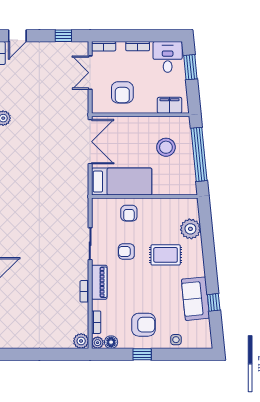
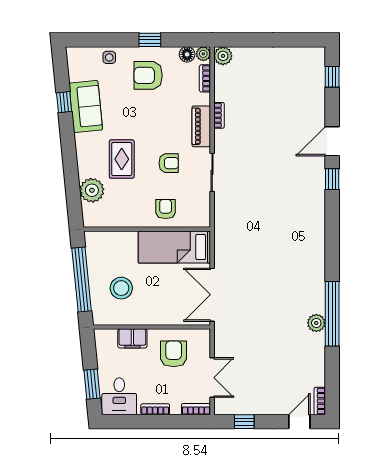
filing cabinet: (170, 105) -> (132, 338), moved
rug: (166, 255) -> (122, 159), turned 90

